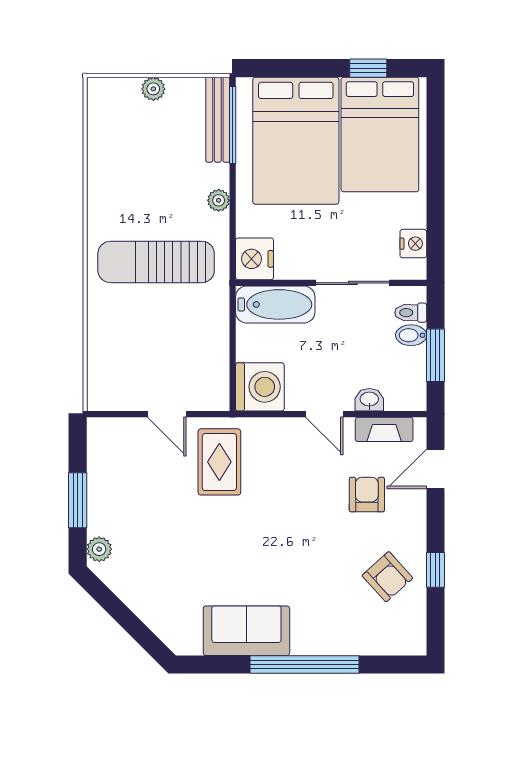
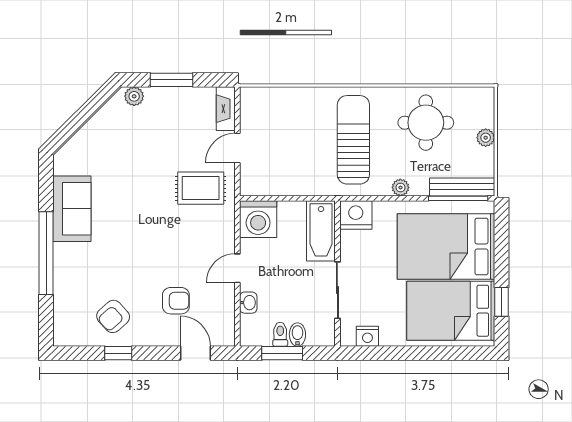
round table: (134, 167) -> (426, 123), added
toilet: (411, 313) -> (280, 334), moved
fireplace: (384, 429) -> (226, 109), moved

